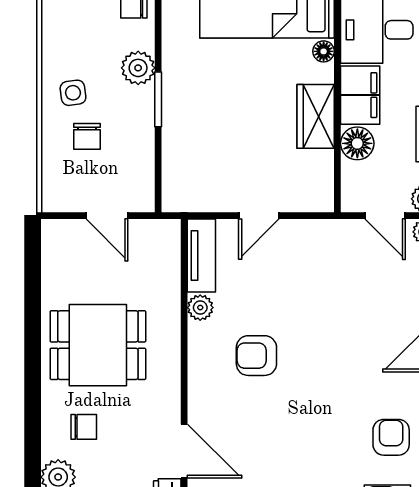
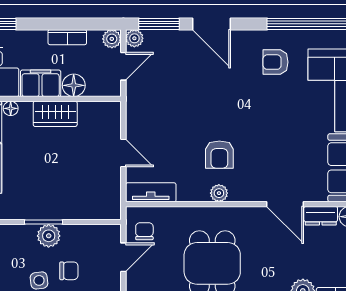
plant: (138, 68) -> (49, 236), moved
plant: (200, 308) -> (219, 193), moved
chair: (84, 427) -> (144, 231), moved
door: (184, 451) -> (285, 204), swing flipped

